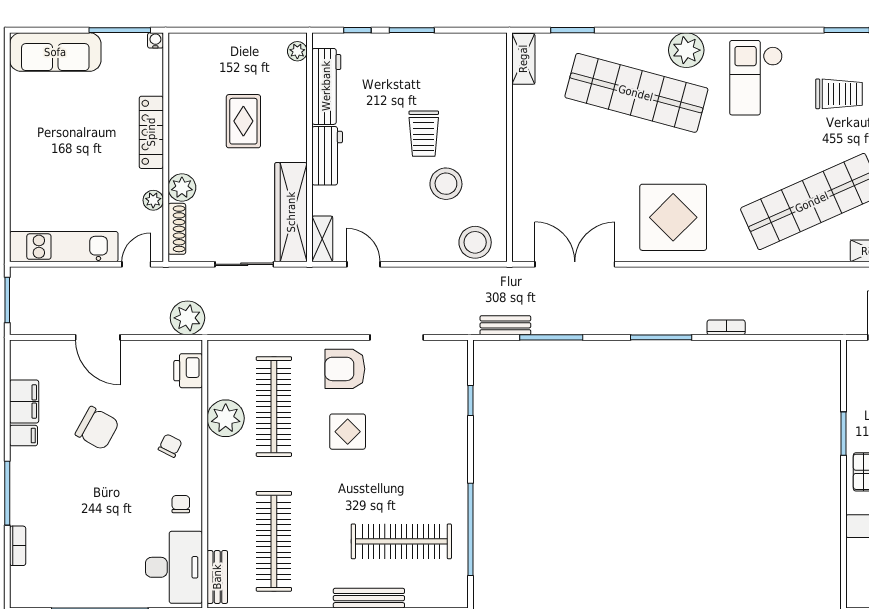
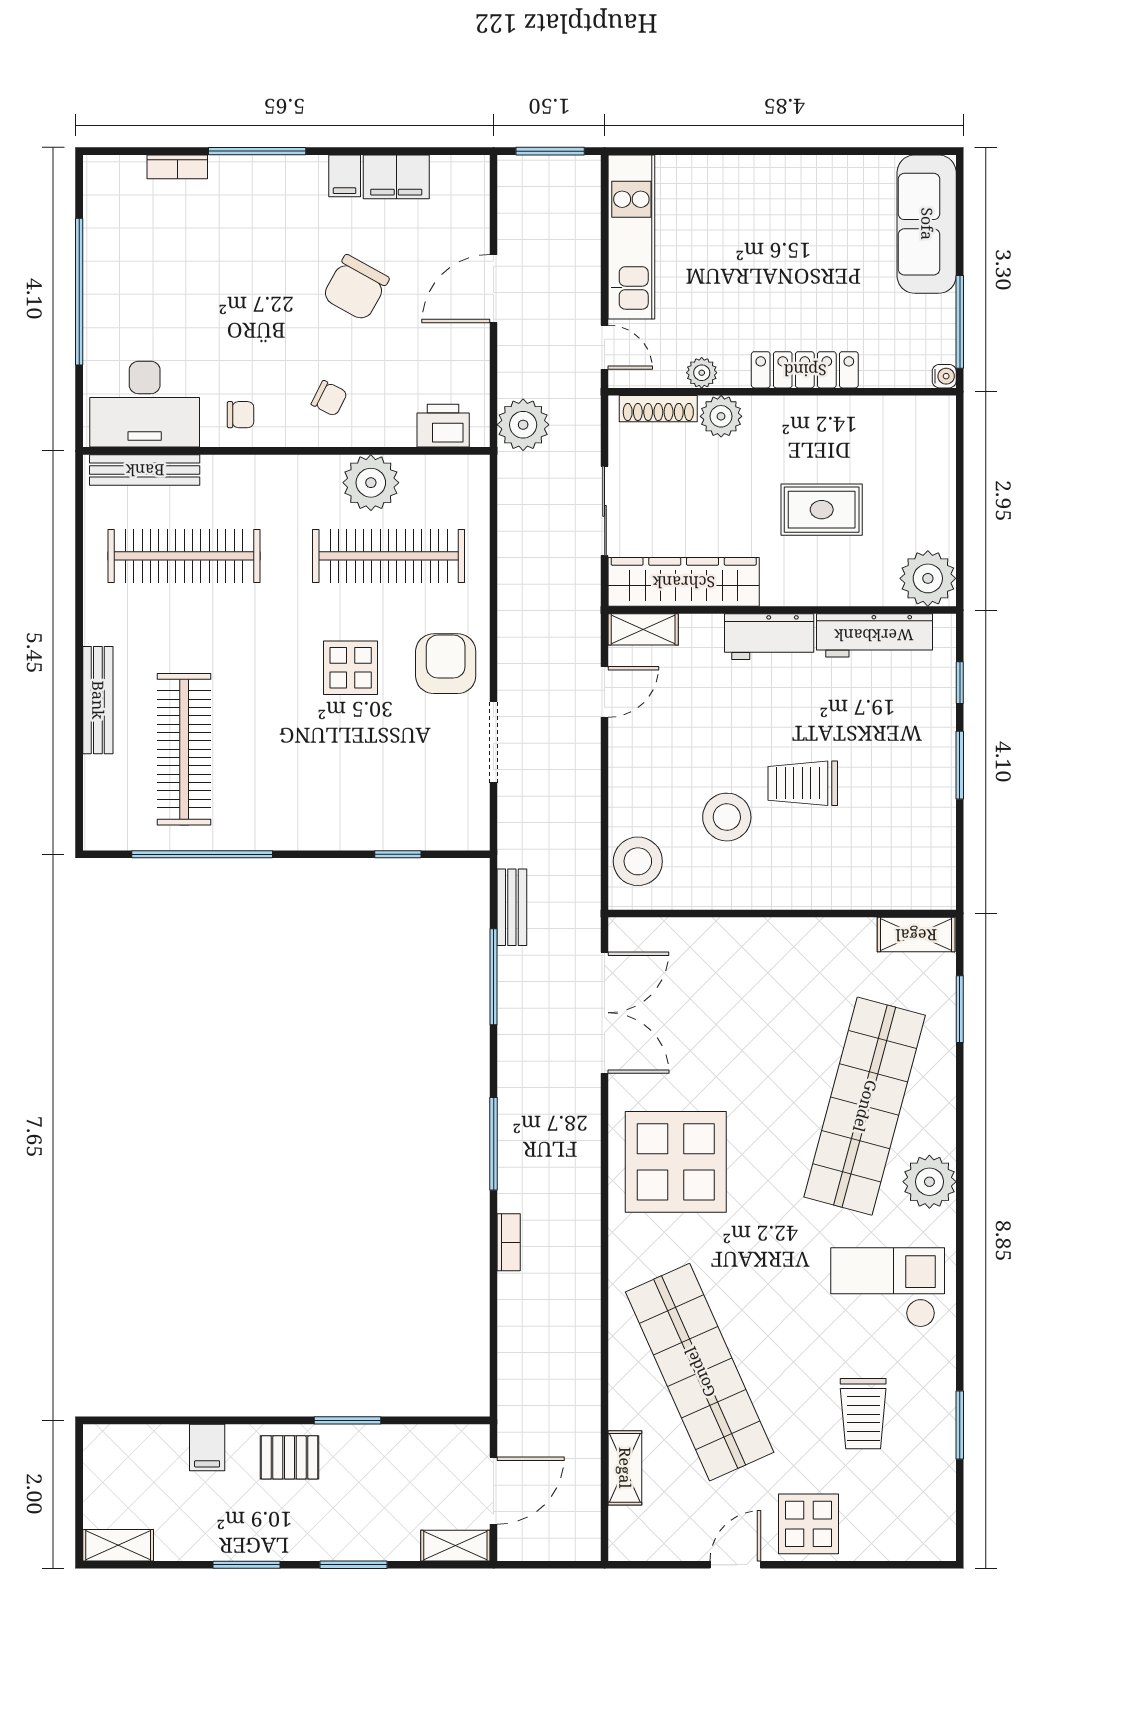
plant: (297, 51) -> (928, 578), width x1.87, depth x1.87
bench: (217, 577) -> (145, 470), width x1.36

